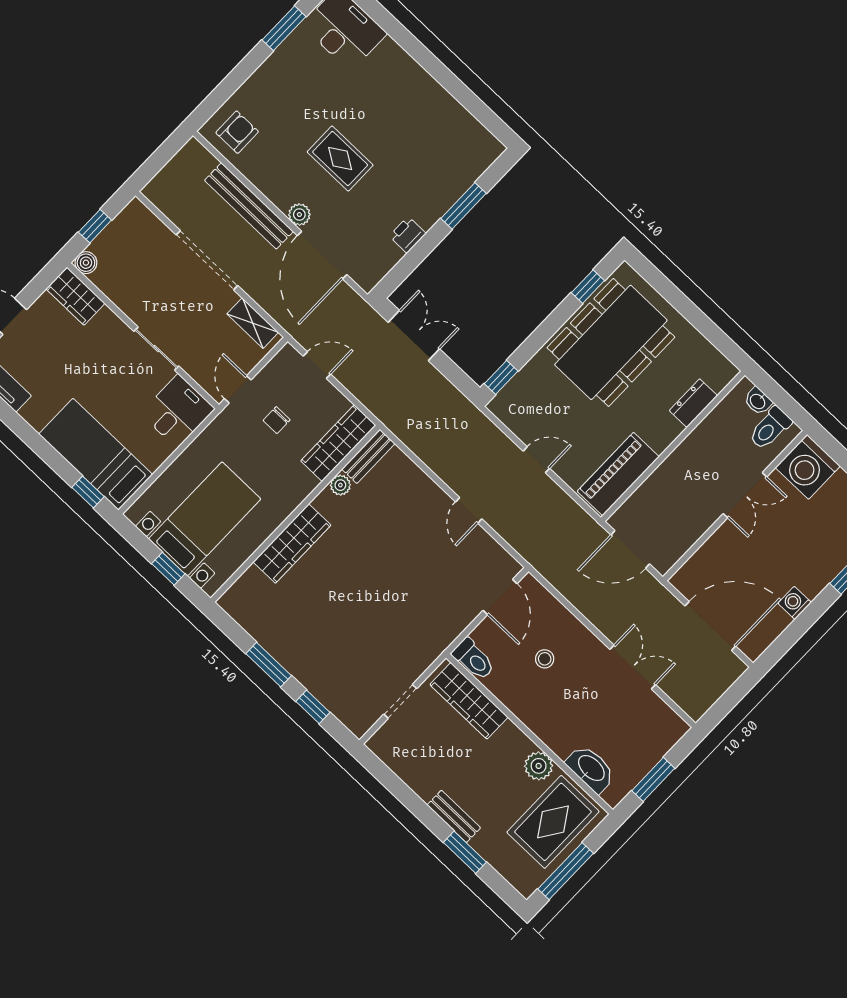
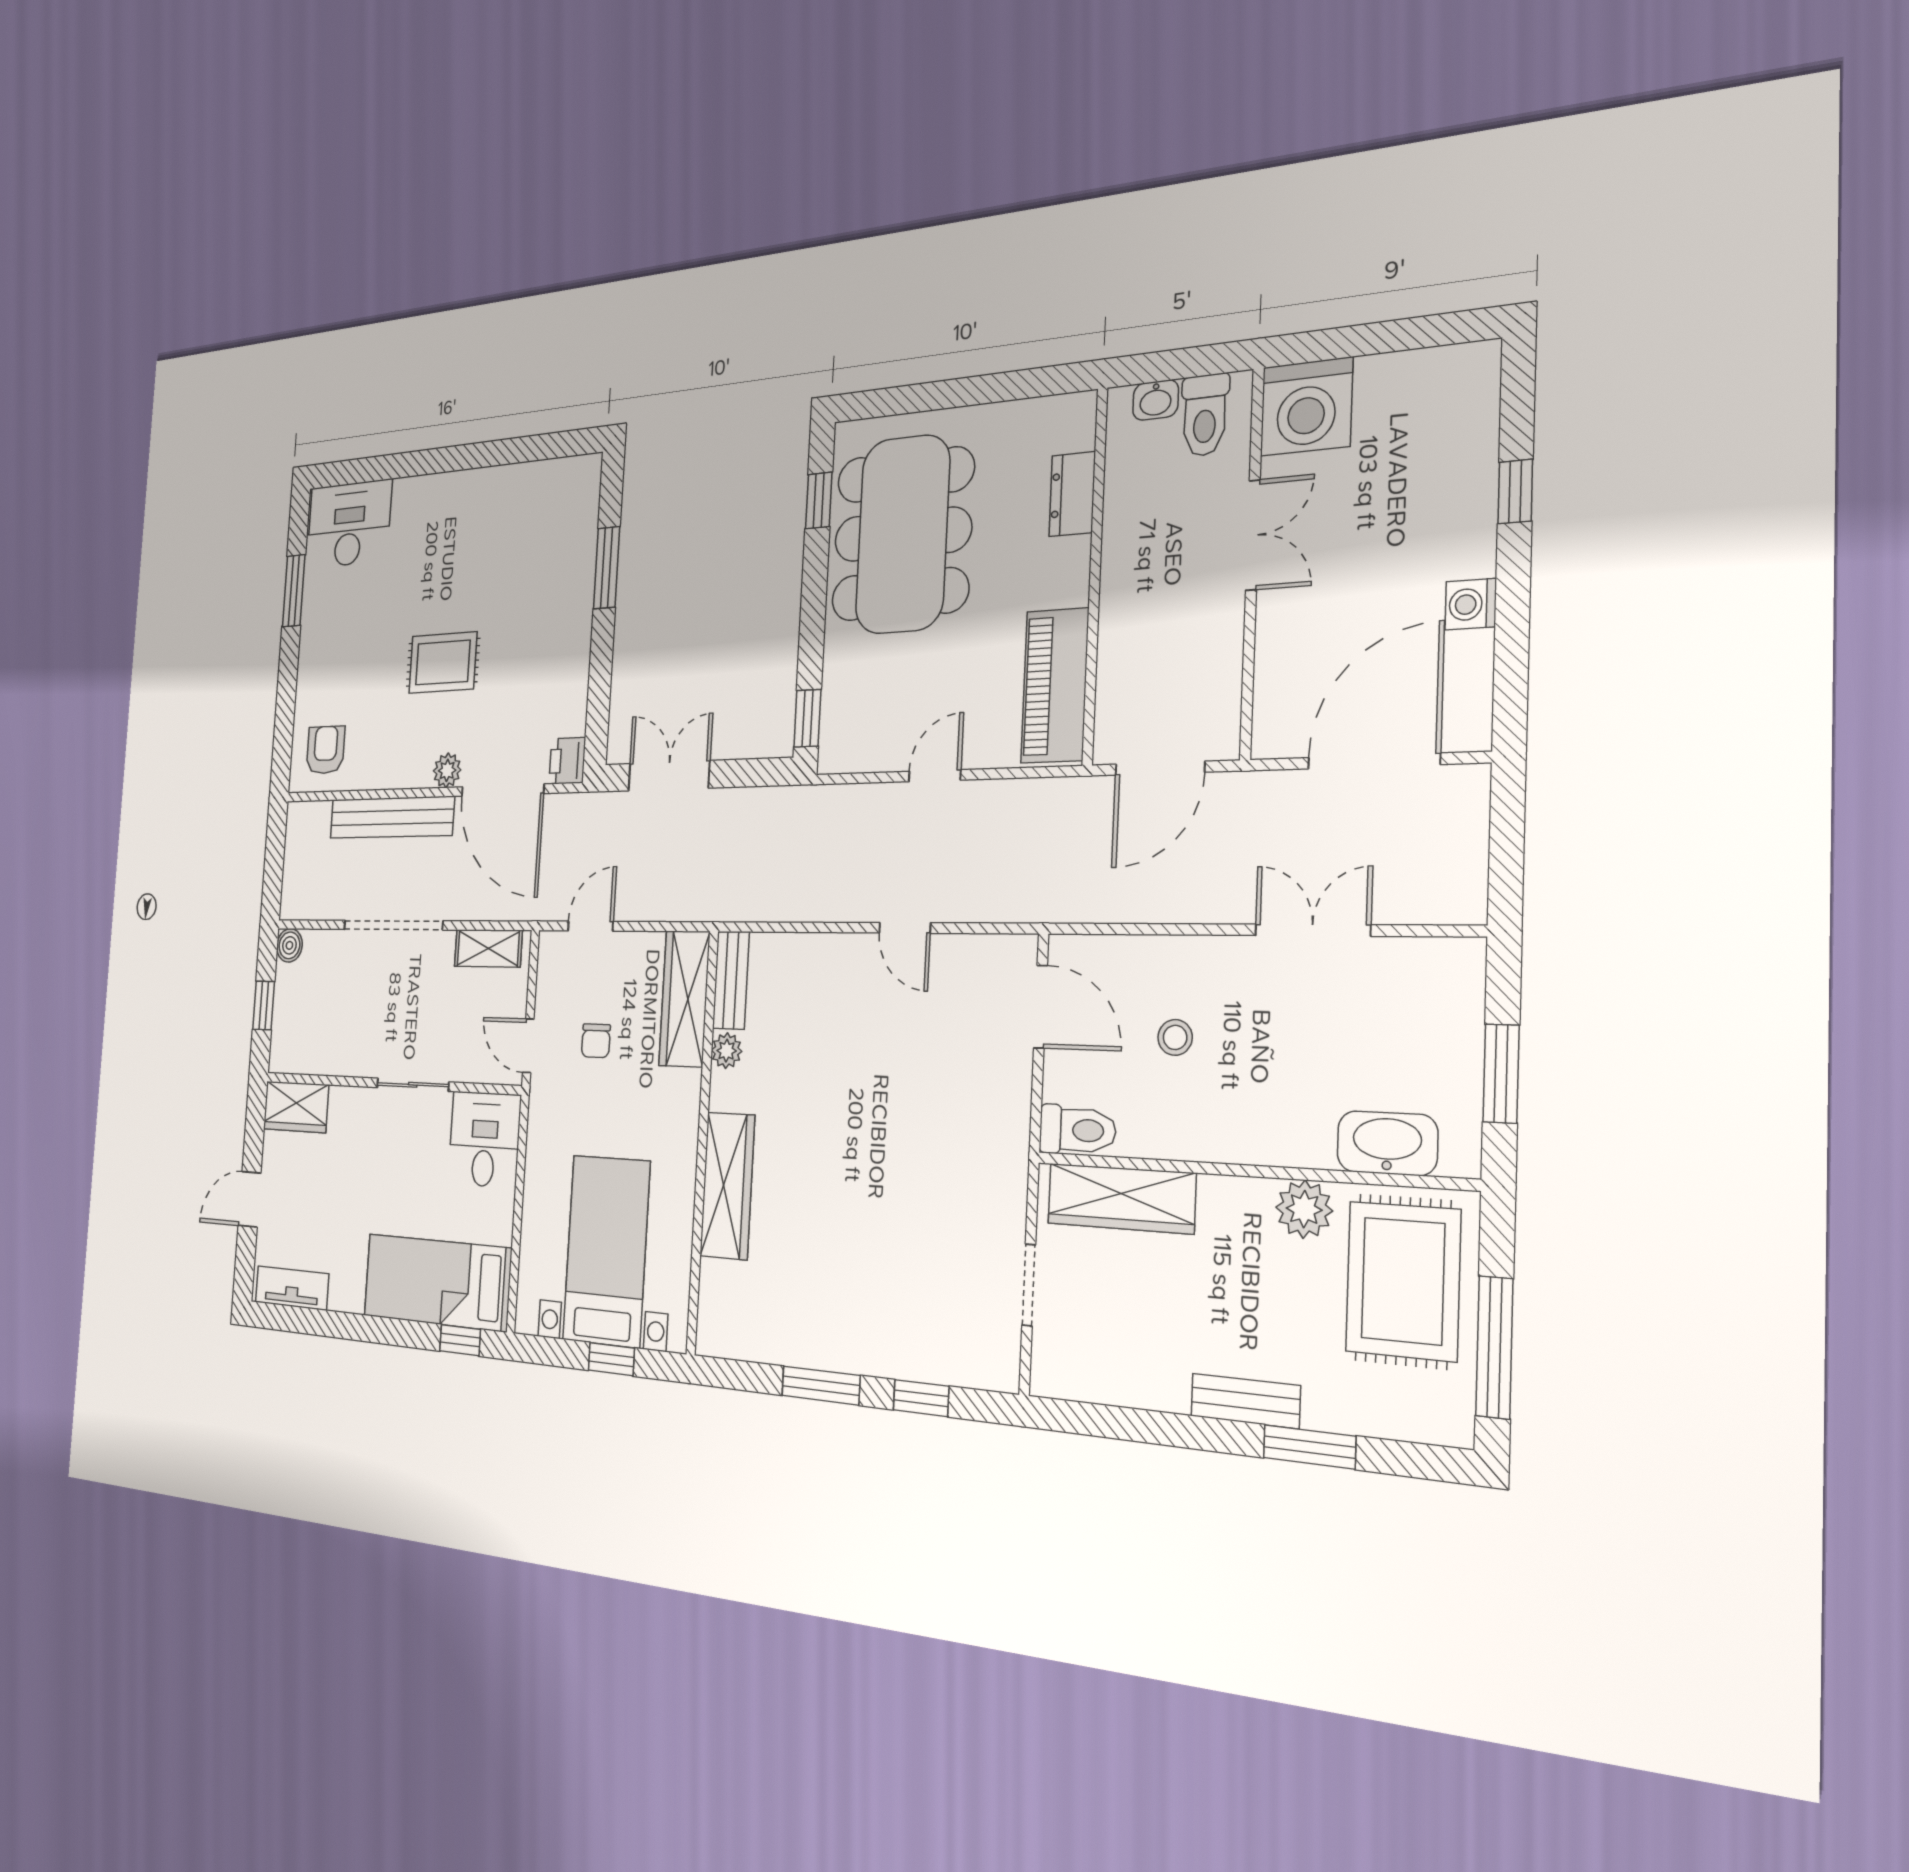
printer: (408, 235) -> (567, 761), moved
boiler: (86, 263) -> (289, 945), moved

